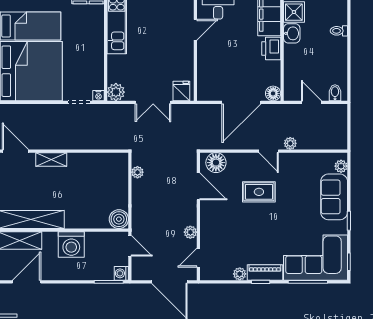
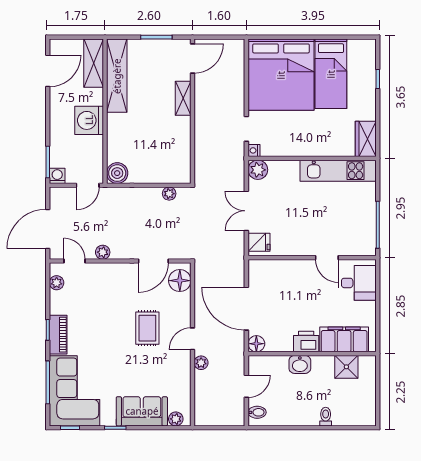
washbasin: (292, 33) -> (300, 364), moved
plant: (240, 274) -> (57, 283), moved
door: (27, 282) -> (48, 71), hinge flipped

